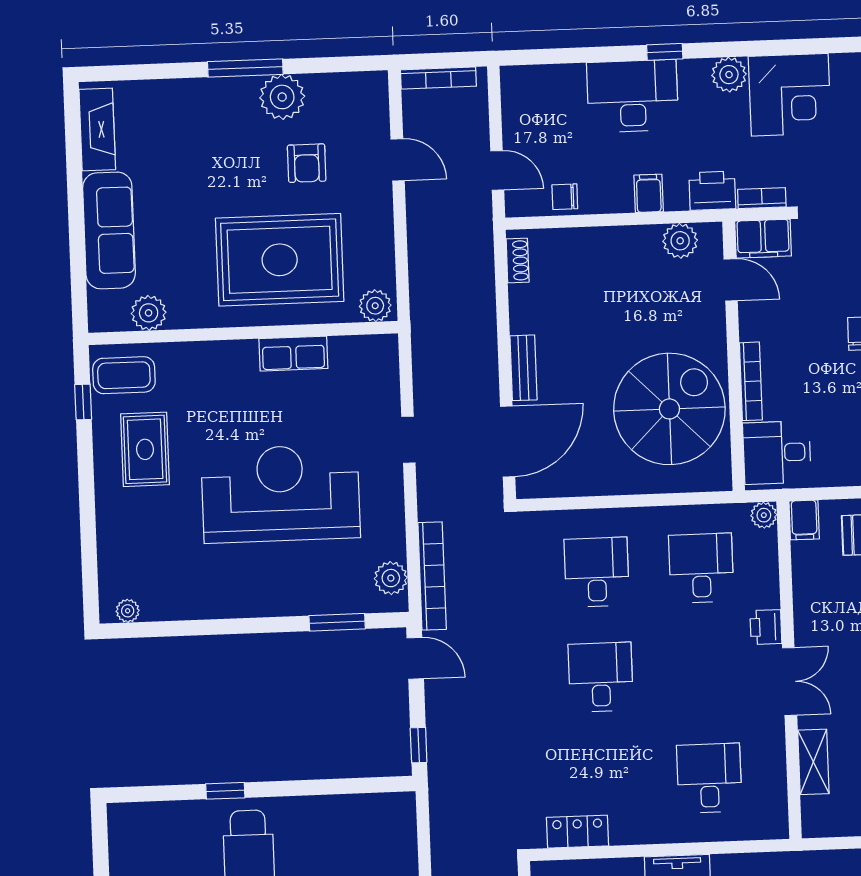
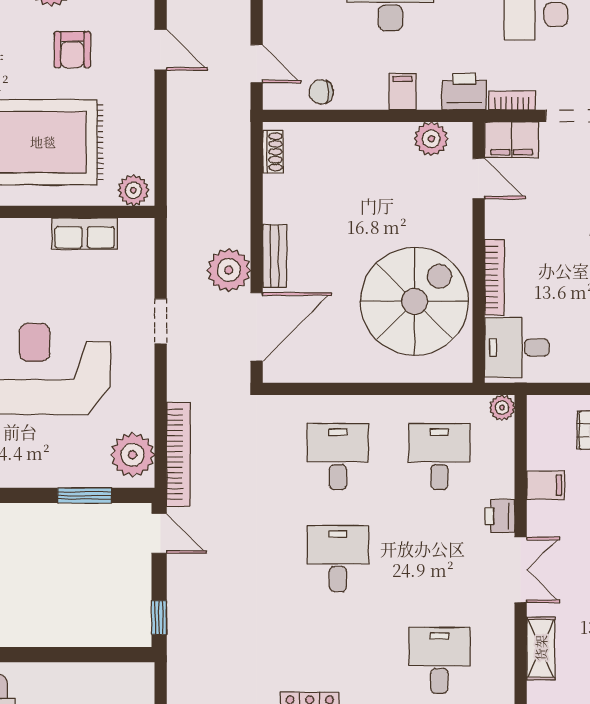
row of seats: (293, 354) -> (85, 234), moved
plant: (477, 384) -> (229, 270), added
filing cabinet: (804, 520) -> (546, 485), moved, turned -90
plant: (391, 578) -> (133, 455), width x1.36, depth x1.36

